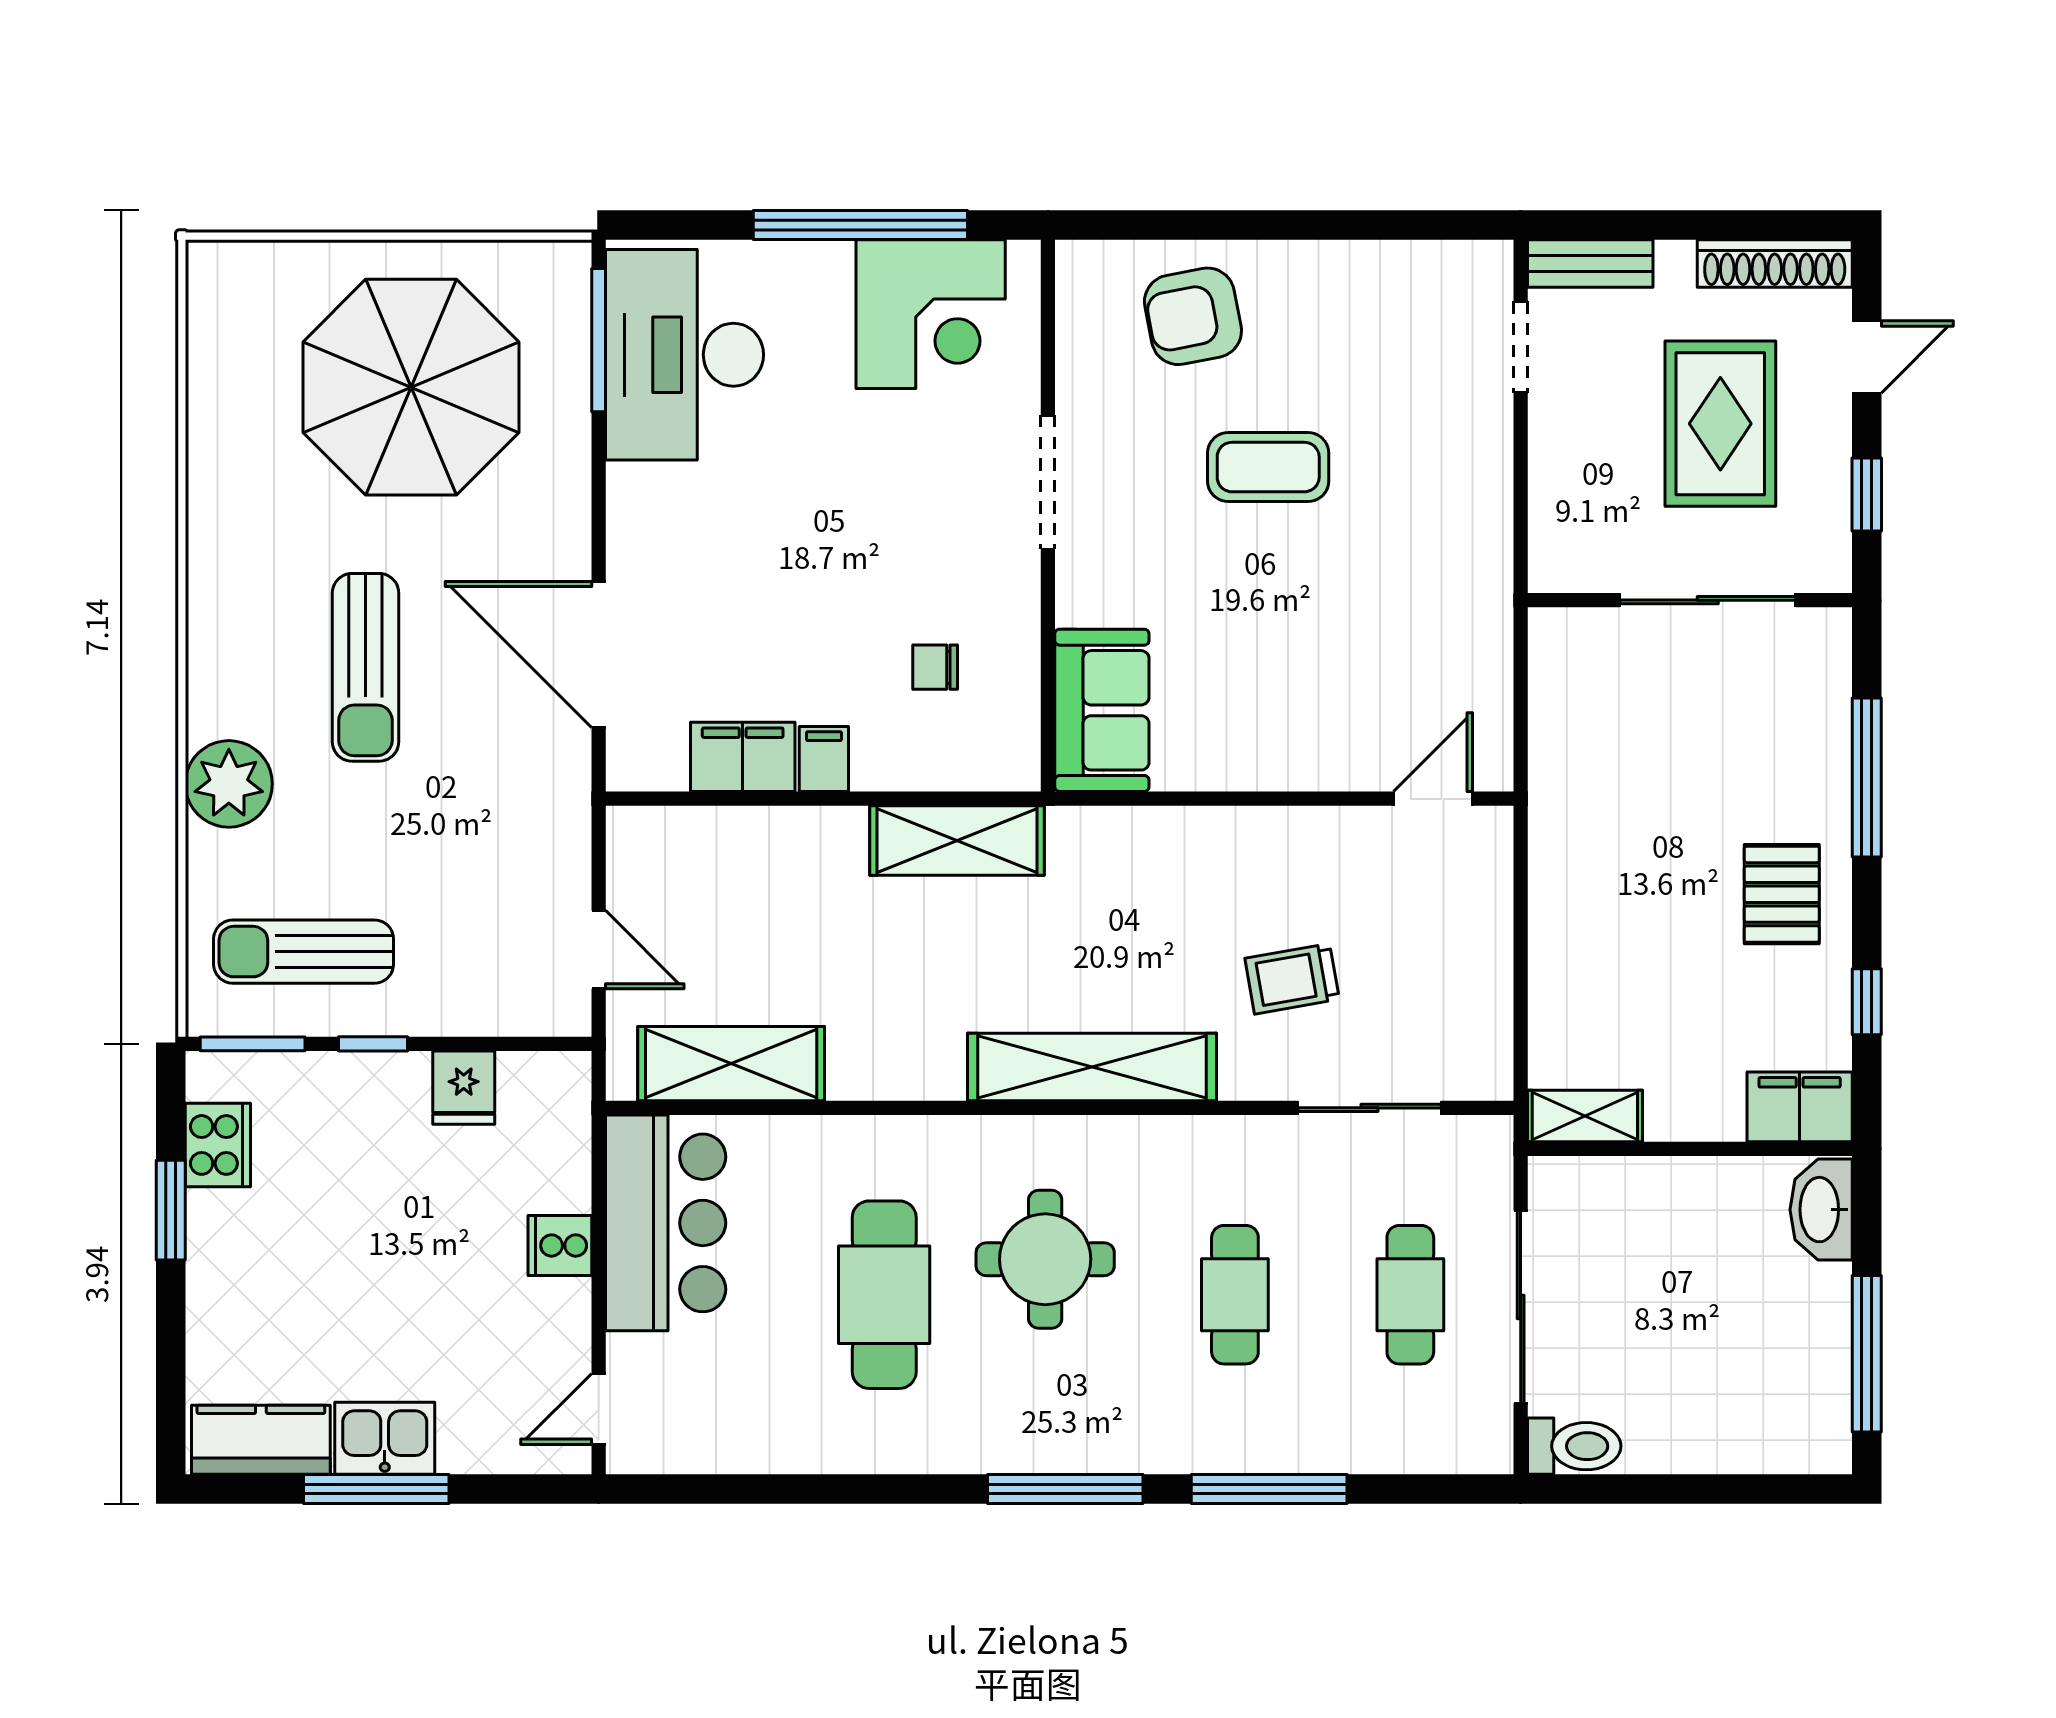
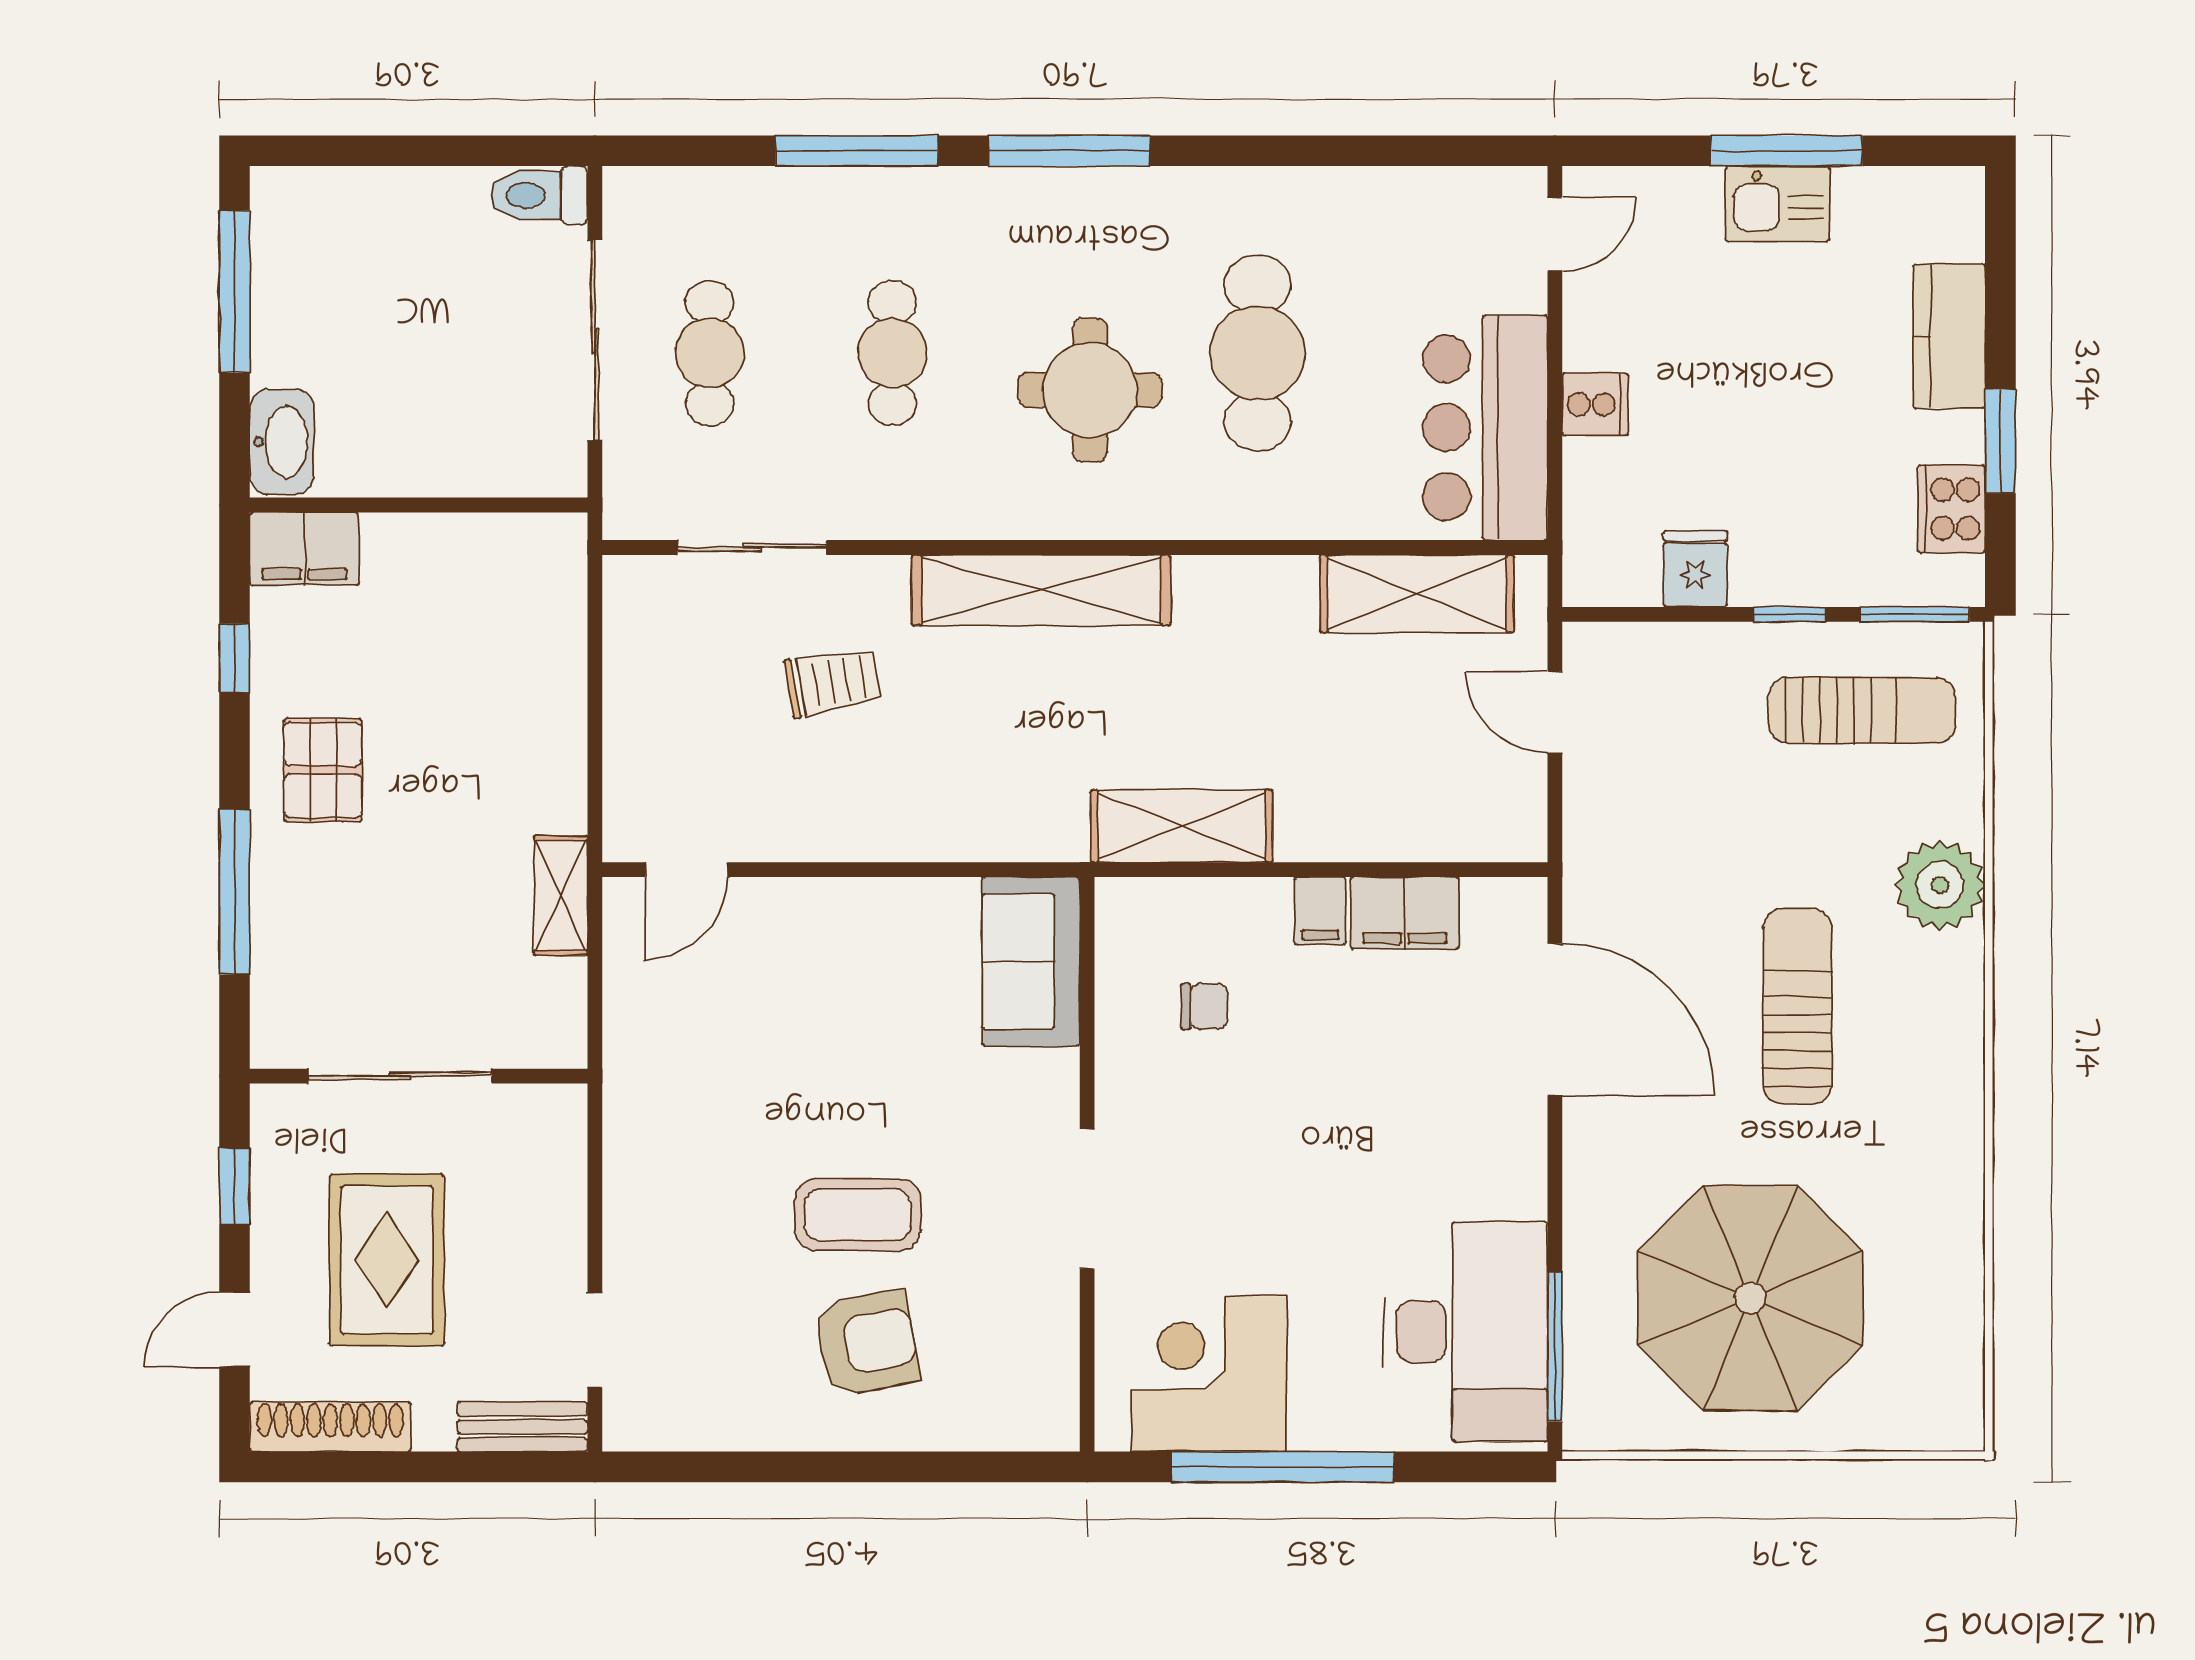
armchair: (1193, 316) -> (867, 1343), moved
shelving: (1585, 1116) -> (561, 896), moved, turned 90
kitchen counter: (261, 1440) -> (1949, 336), moved, turned 90

